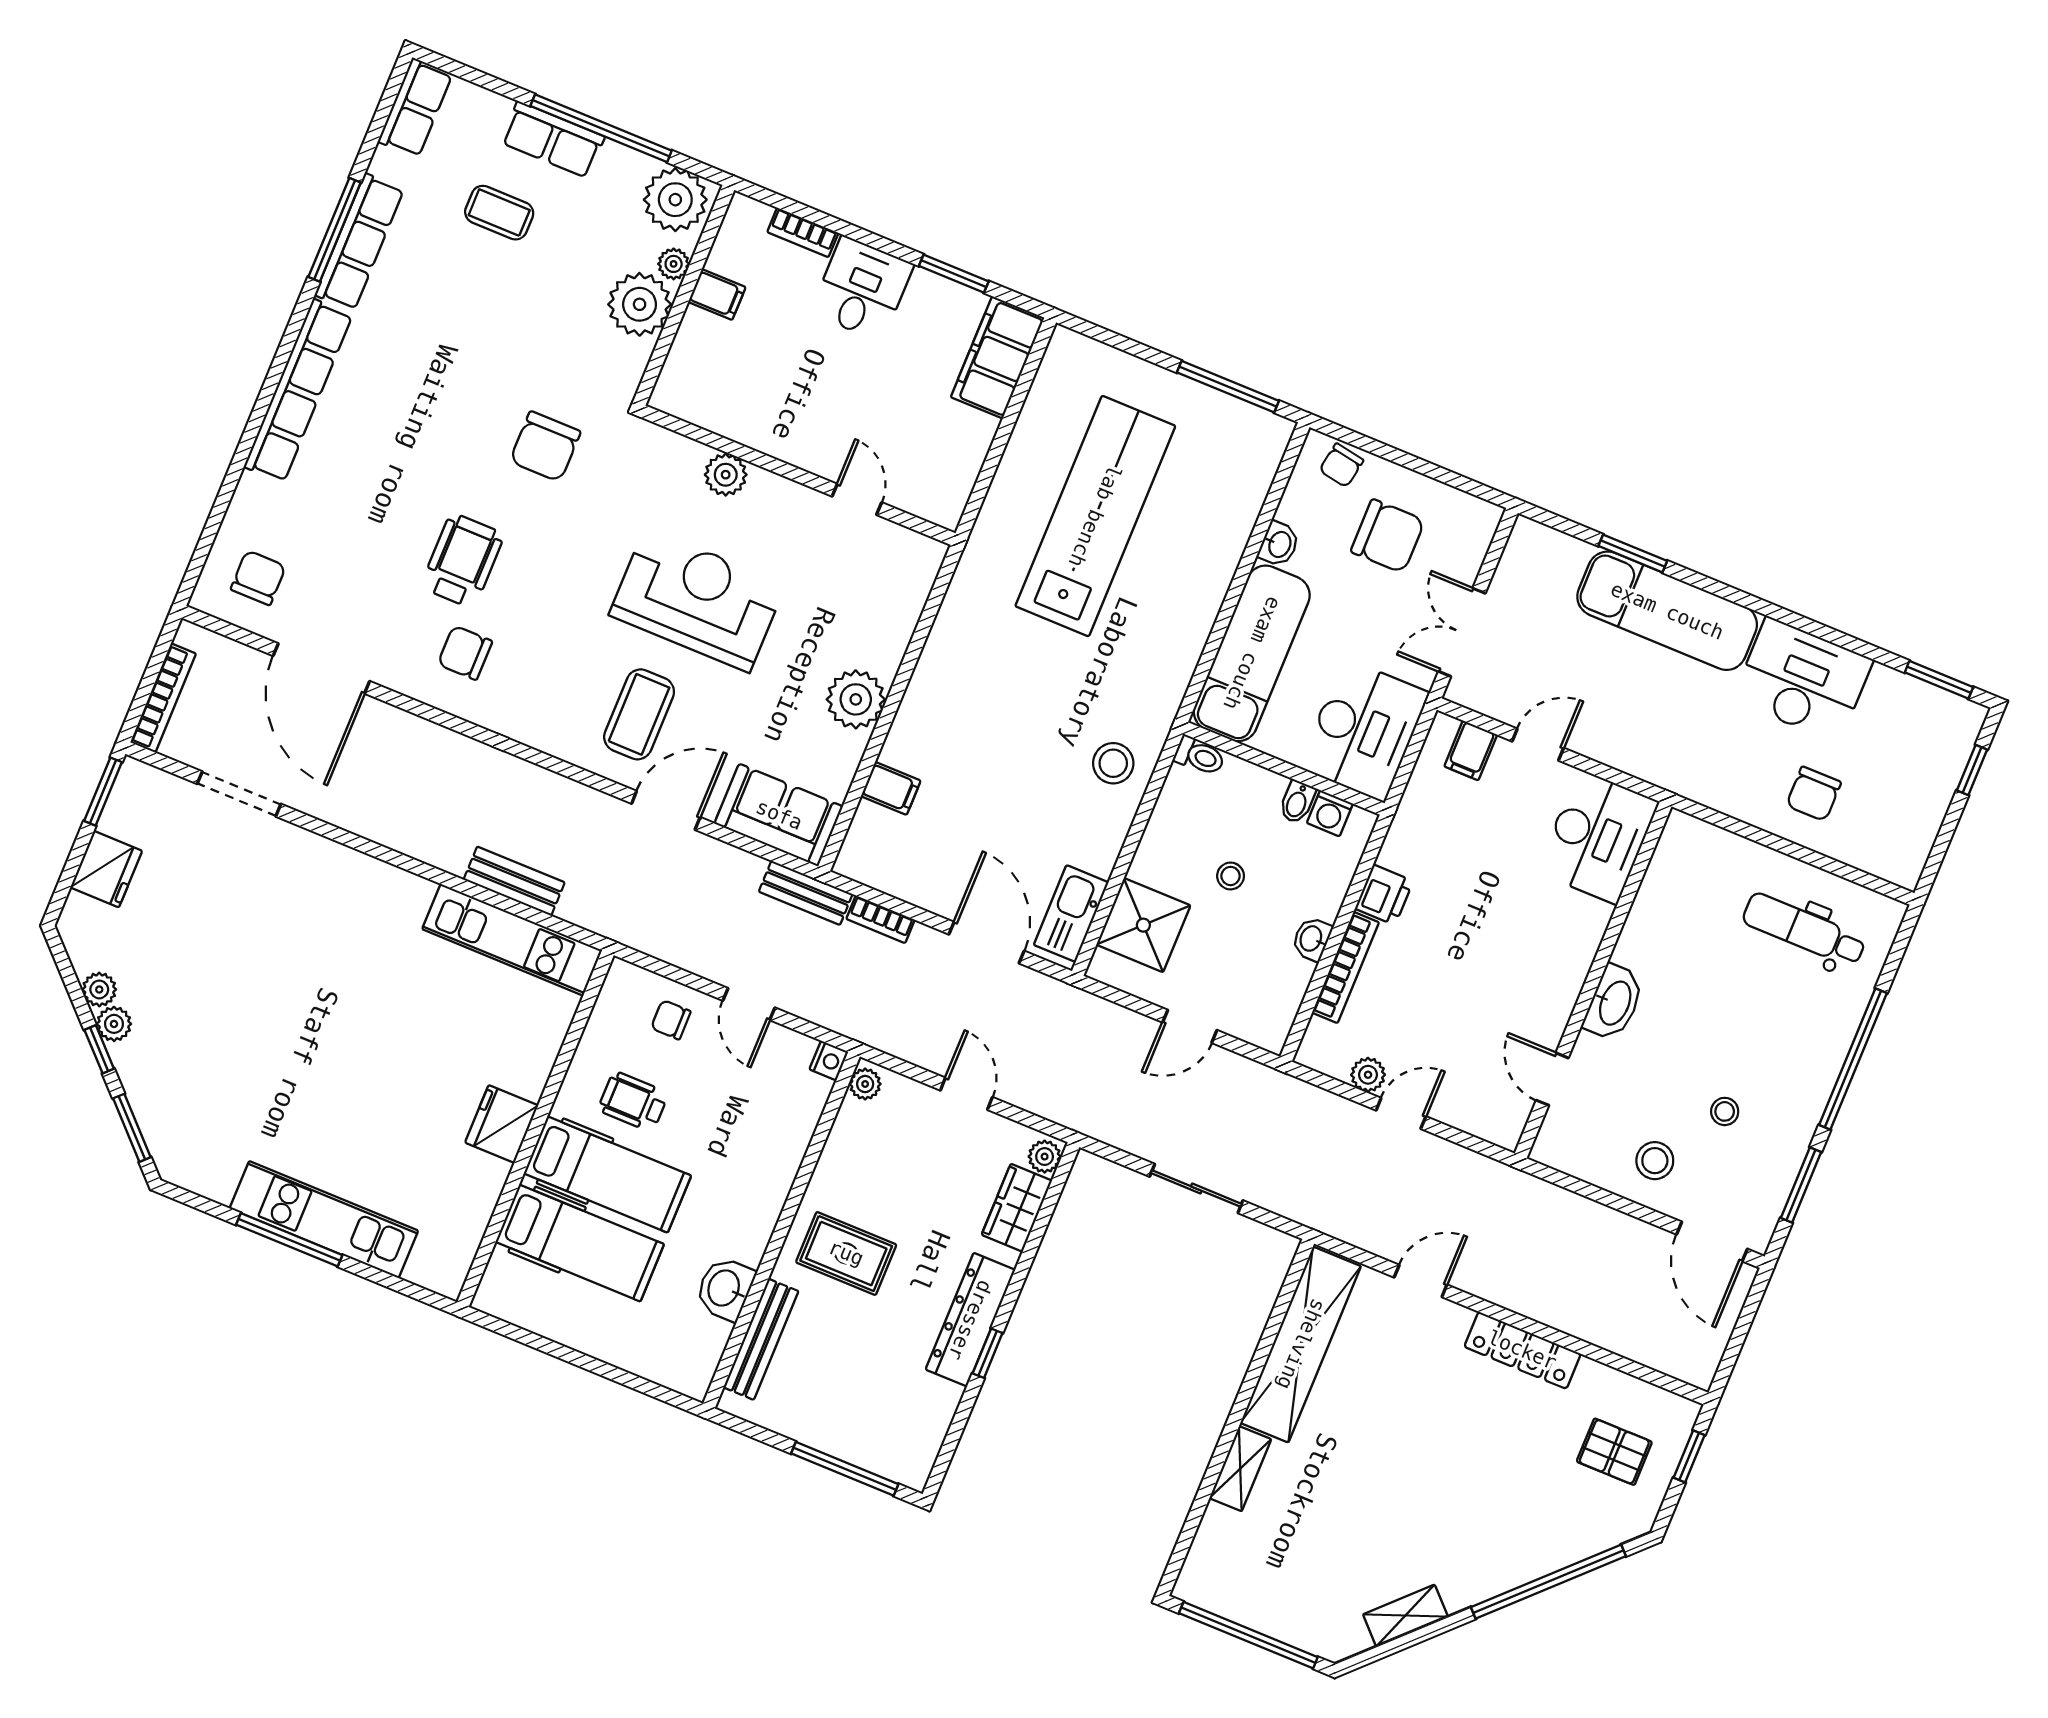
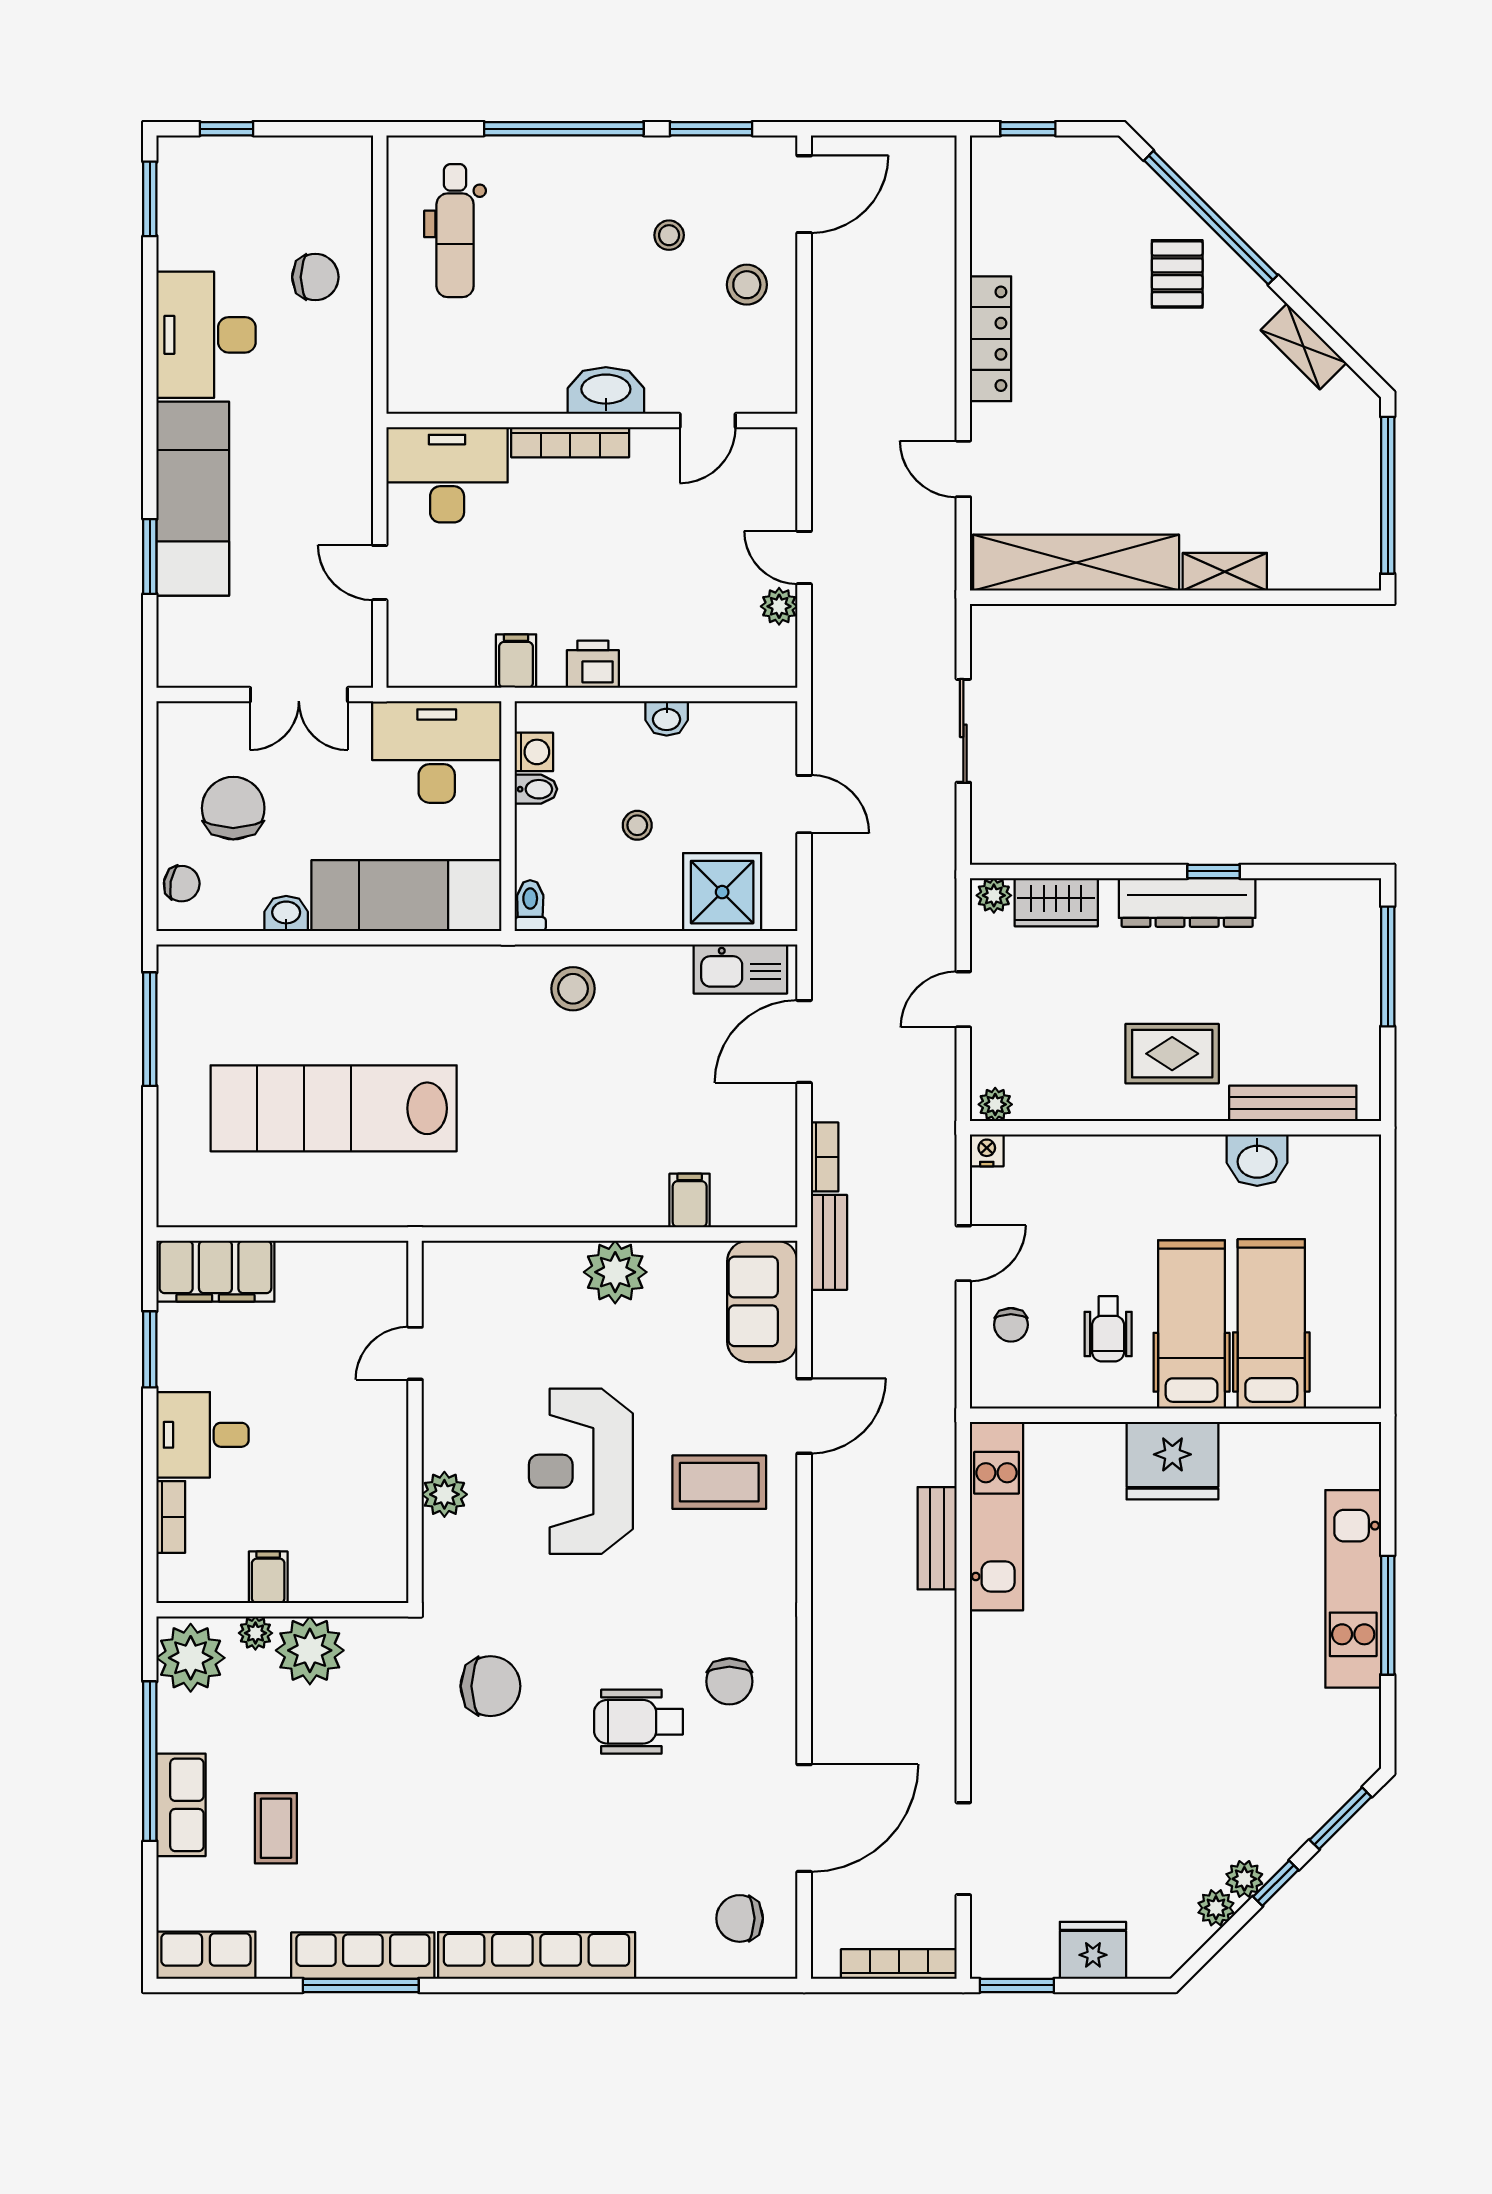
filing cabinet: (1471, 750) -> (516, 661), moved, turned -90
door: (666, 810) -> (804, 1416), swing flipped
bookcase: (1345, 968) -> (570, 442), moved, turned 180
fridge: (502, 1124) -> (1172, 1461), width x1.36, depth x1.34
rug: (846, 1253) -> (1172, 1054), turned 90
pallet: (1614, 1452) -> (1177, 274), moved

